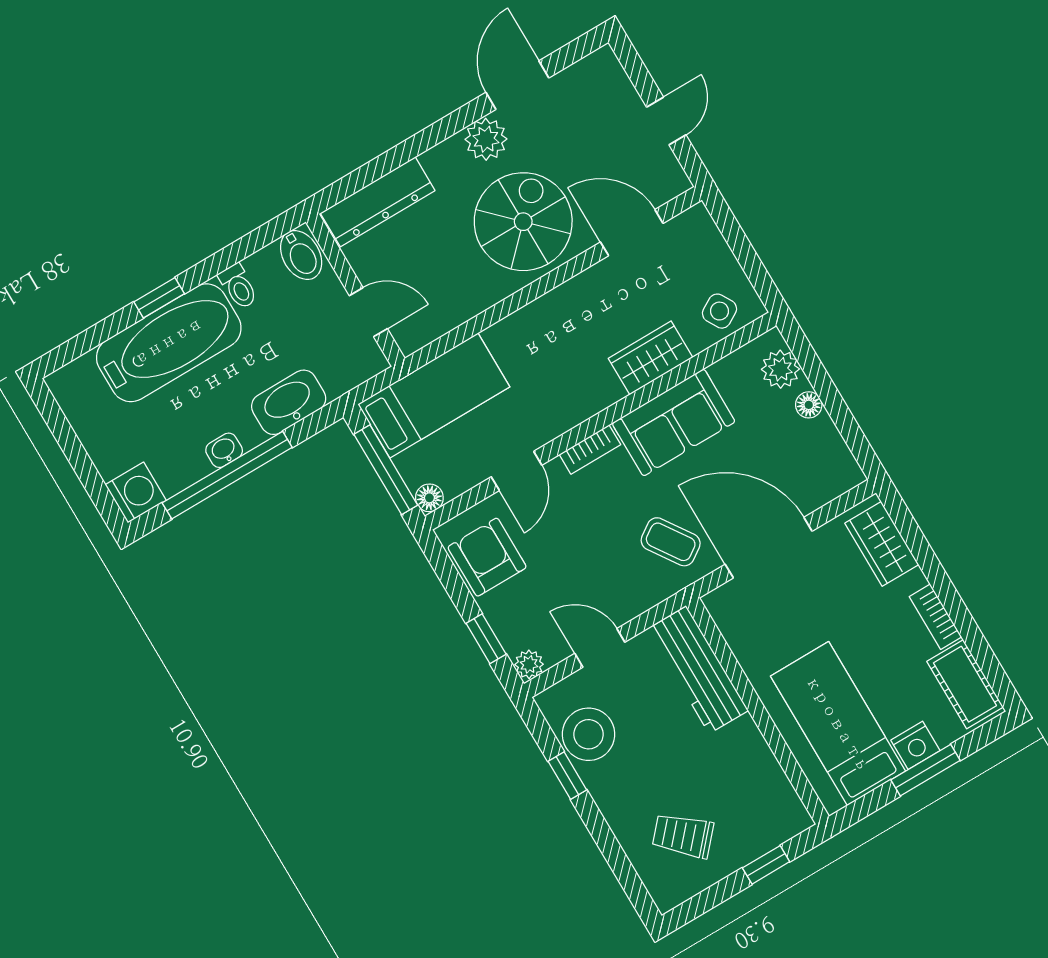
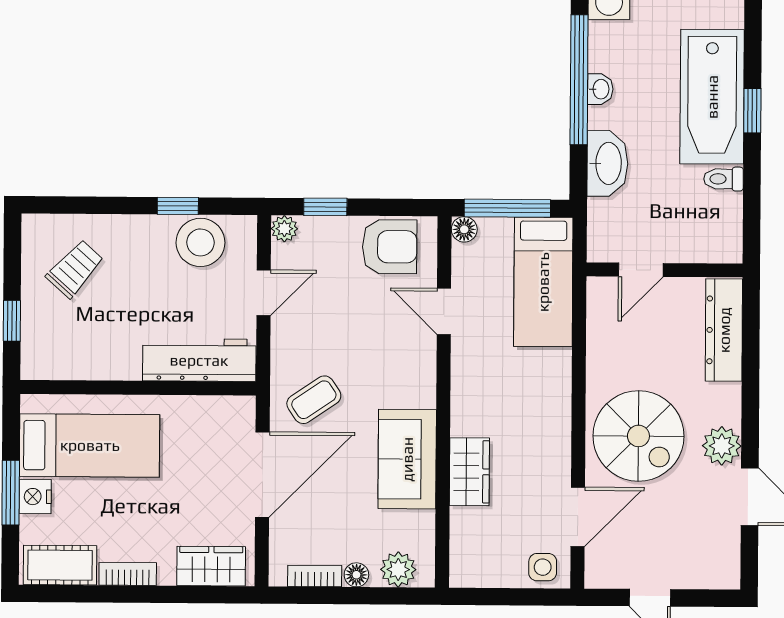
bidet: (301, 255) -> (718, 244), removed
side table: (719, 311) -> (543, 567), moved, turned 30
bookcase: (590, 450) -> (315, 576), moved, turned 90

